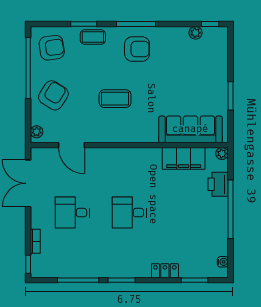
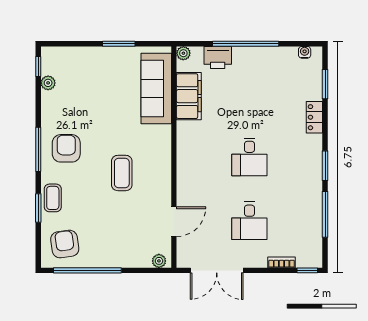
armchair: (53, 95) -> (118, 242), removed

